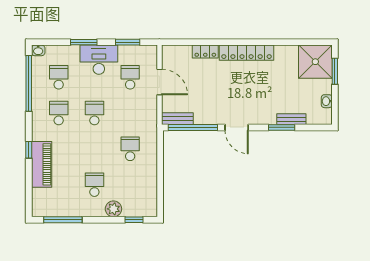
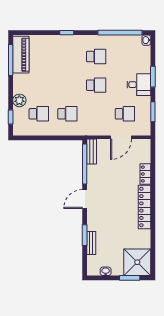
desk: (99, 60) -> (139, 85), width x0.73
school desk: (59, 77) -> (125, 57), removed
piano: (42, 164) -> (21, 55), moved, turned -90
school desk: (94, 185) -> (39, 114), moved

